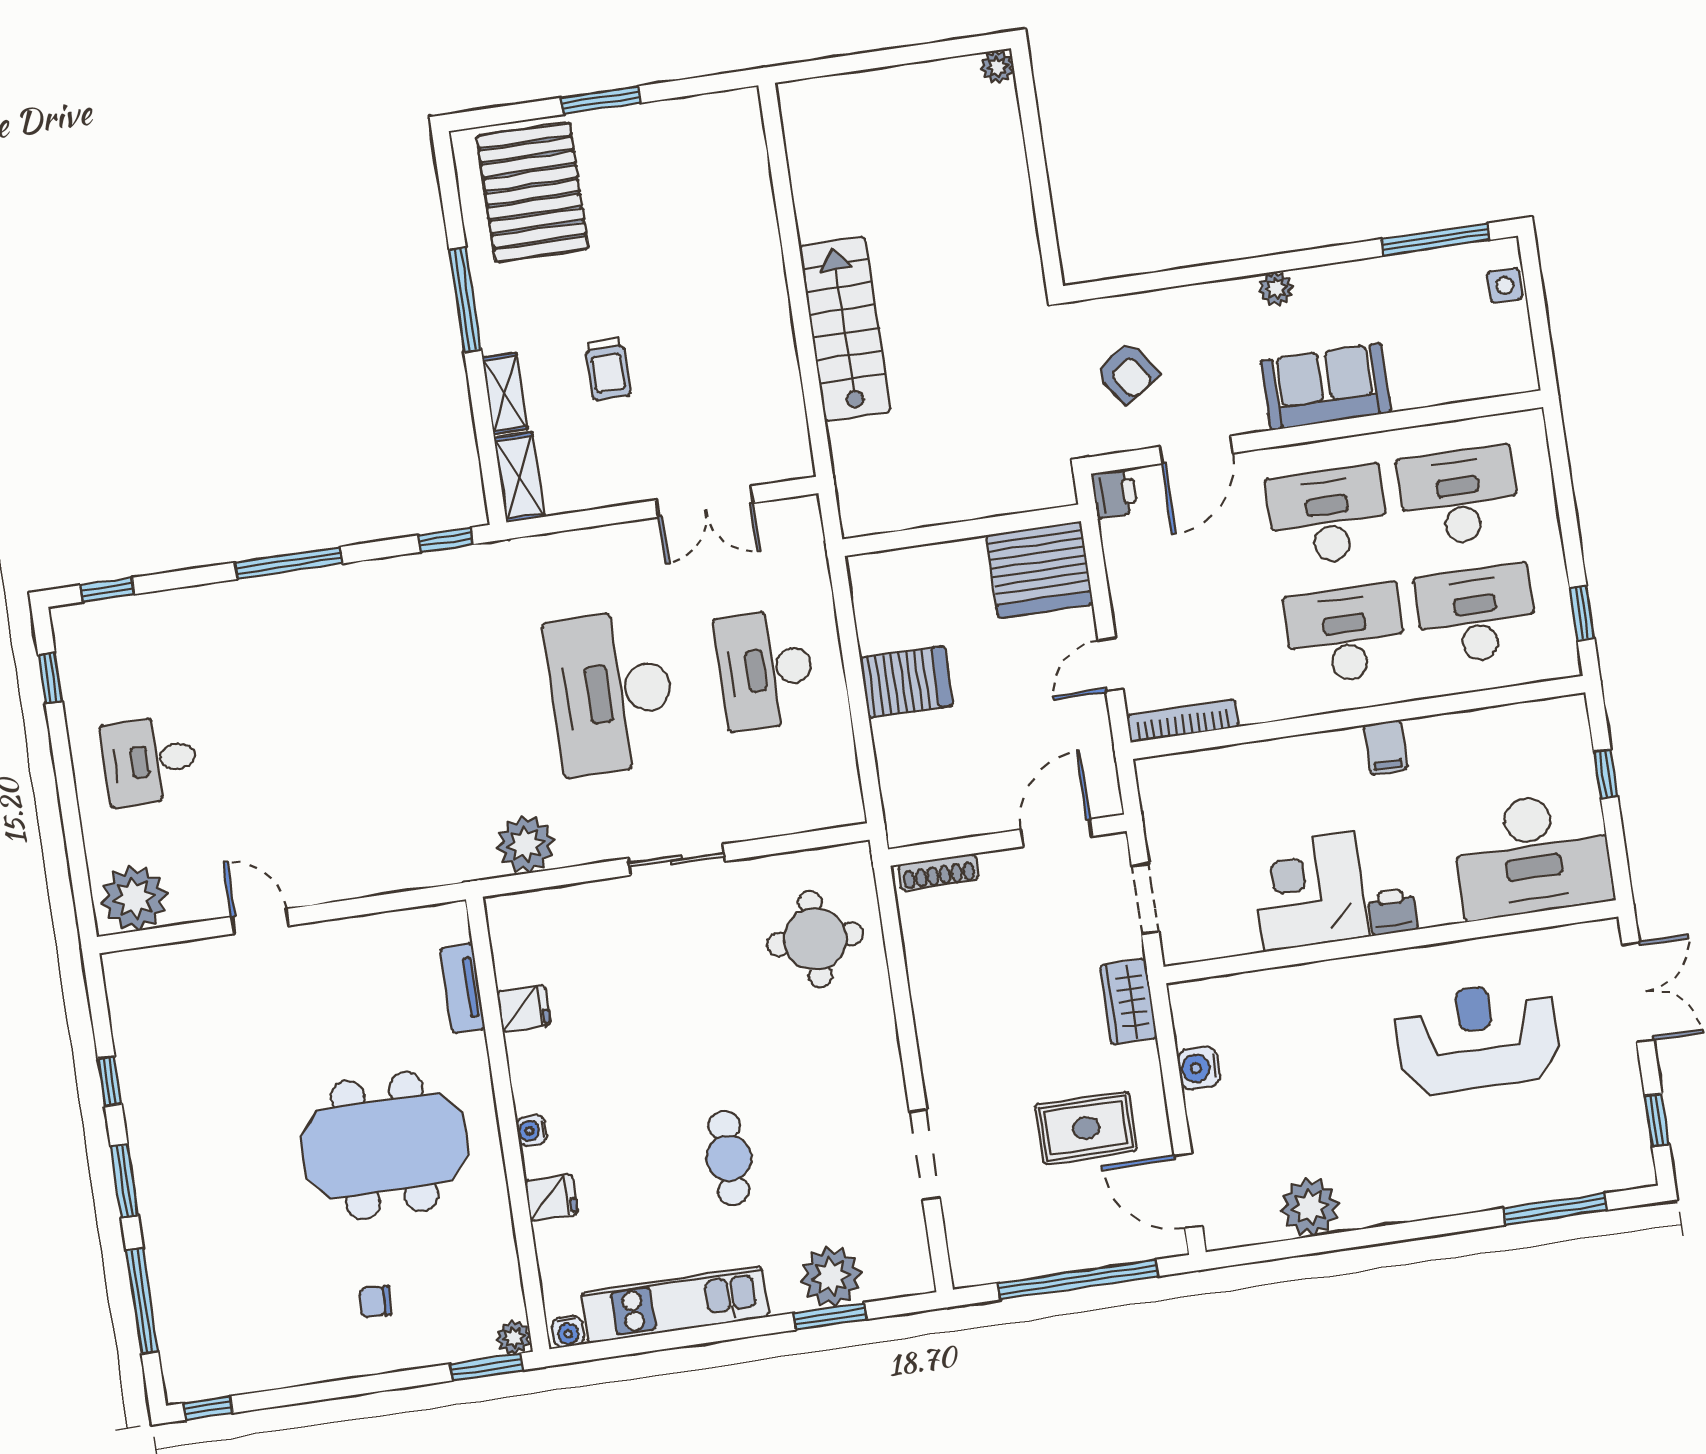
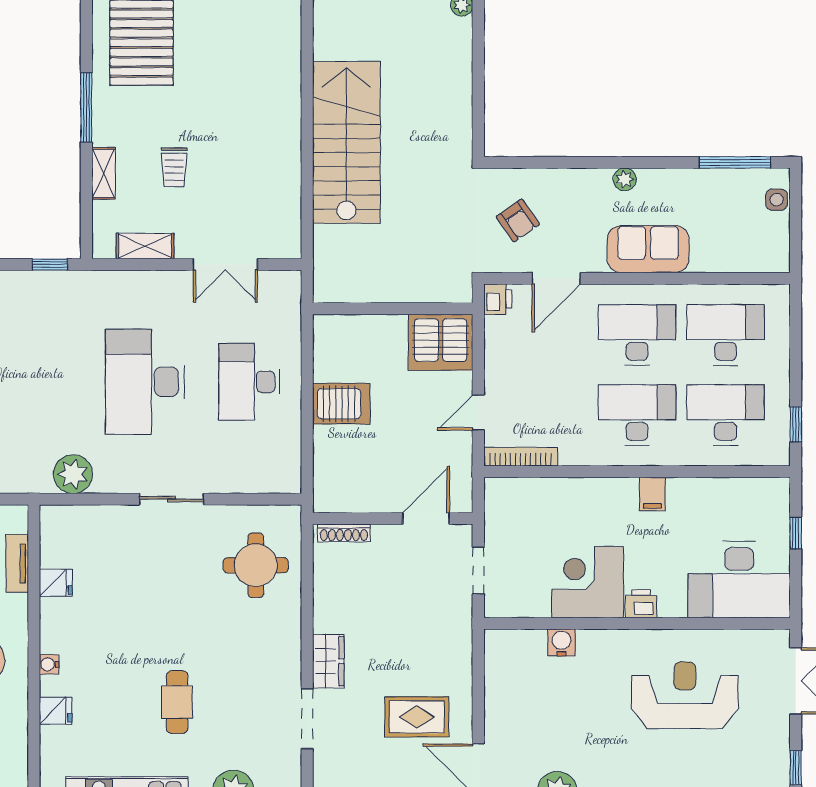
stairs: (845, 329) -> (346, 142), width x1.36, depth x1.51
shelving: (519, 477) -> (145, 246), moved, turned 90
wardrobe: (1128, 1002) -> (328, 661), moved, turned 180
water cooler: (1199, 1068) -> (561, 642), moved, turned 90

